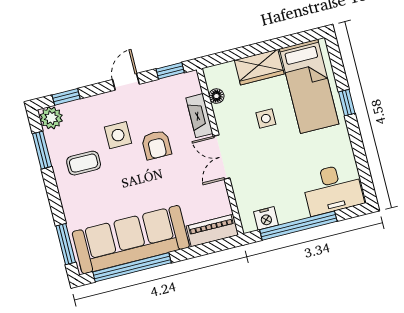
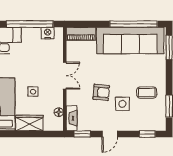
fireplace: (199, 116) -> (72, 118), moved
plant: (51, 118) -> (159, 124), removed
armchair: (156, 145) -> (101, 92), turned 95

